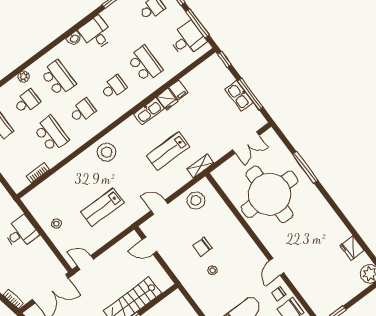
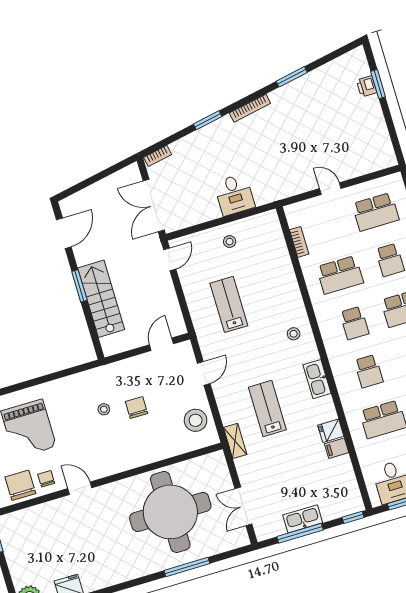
kitchen sink: (149, 111) -> (317, 379), moved
stool: (107, 152) -> (294, 334), width x0.53, depth x0.53

